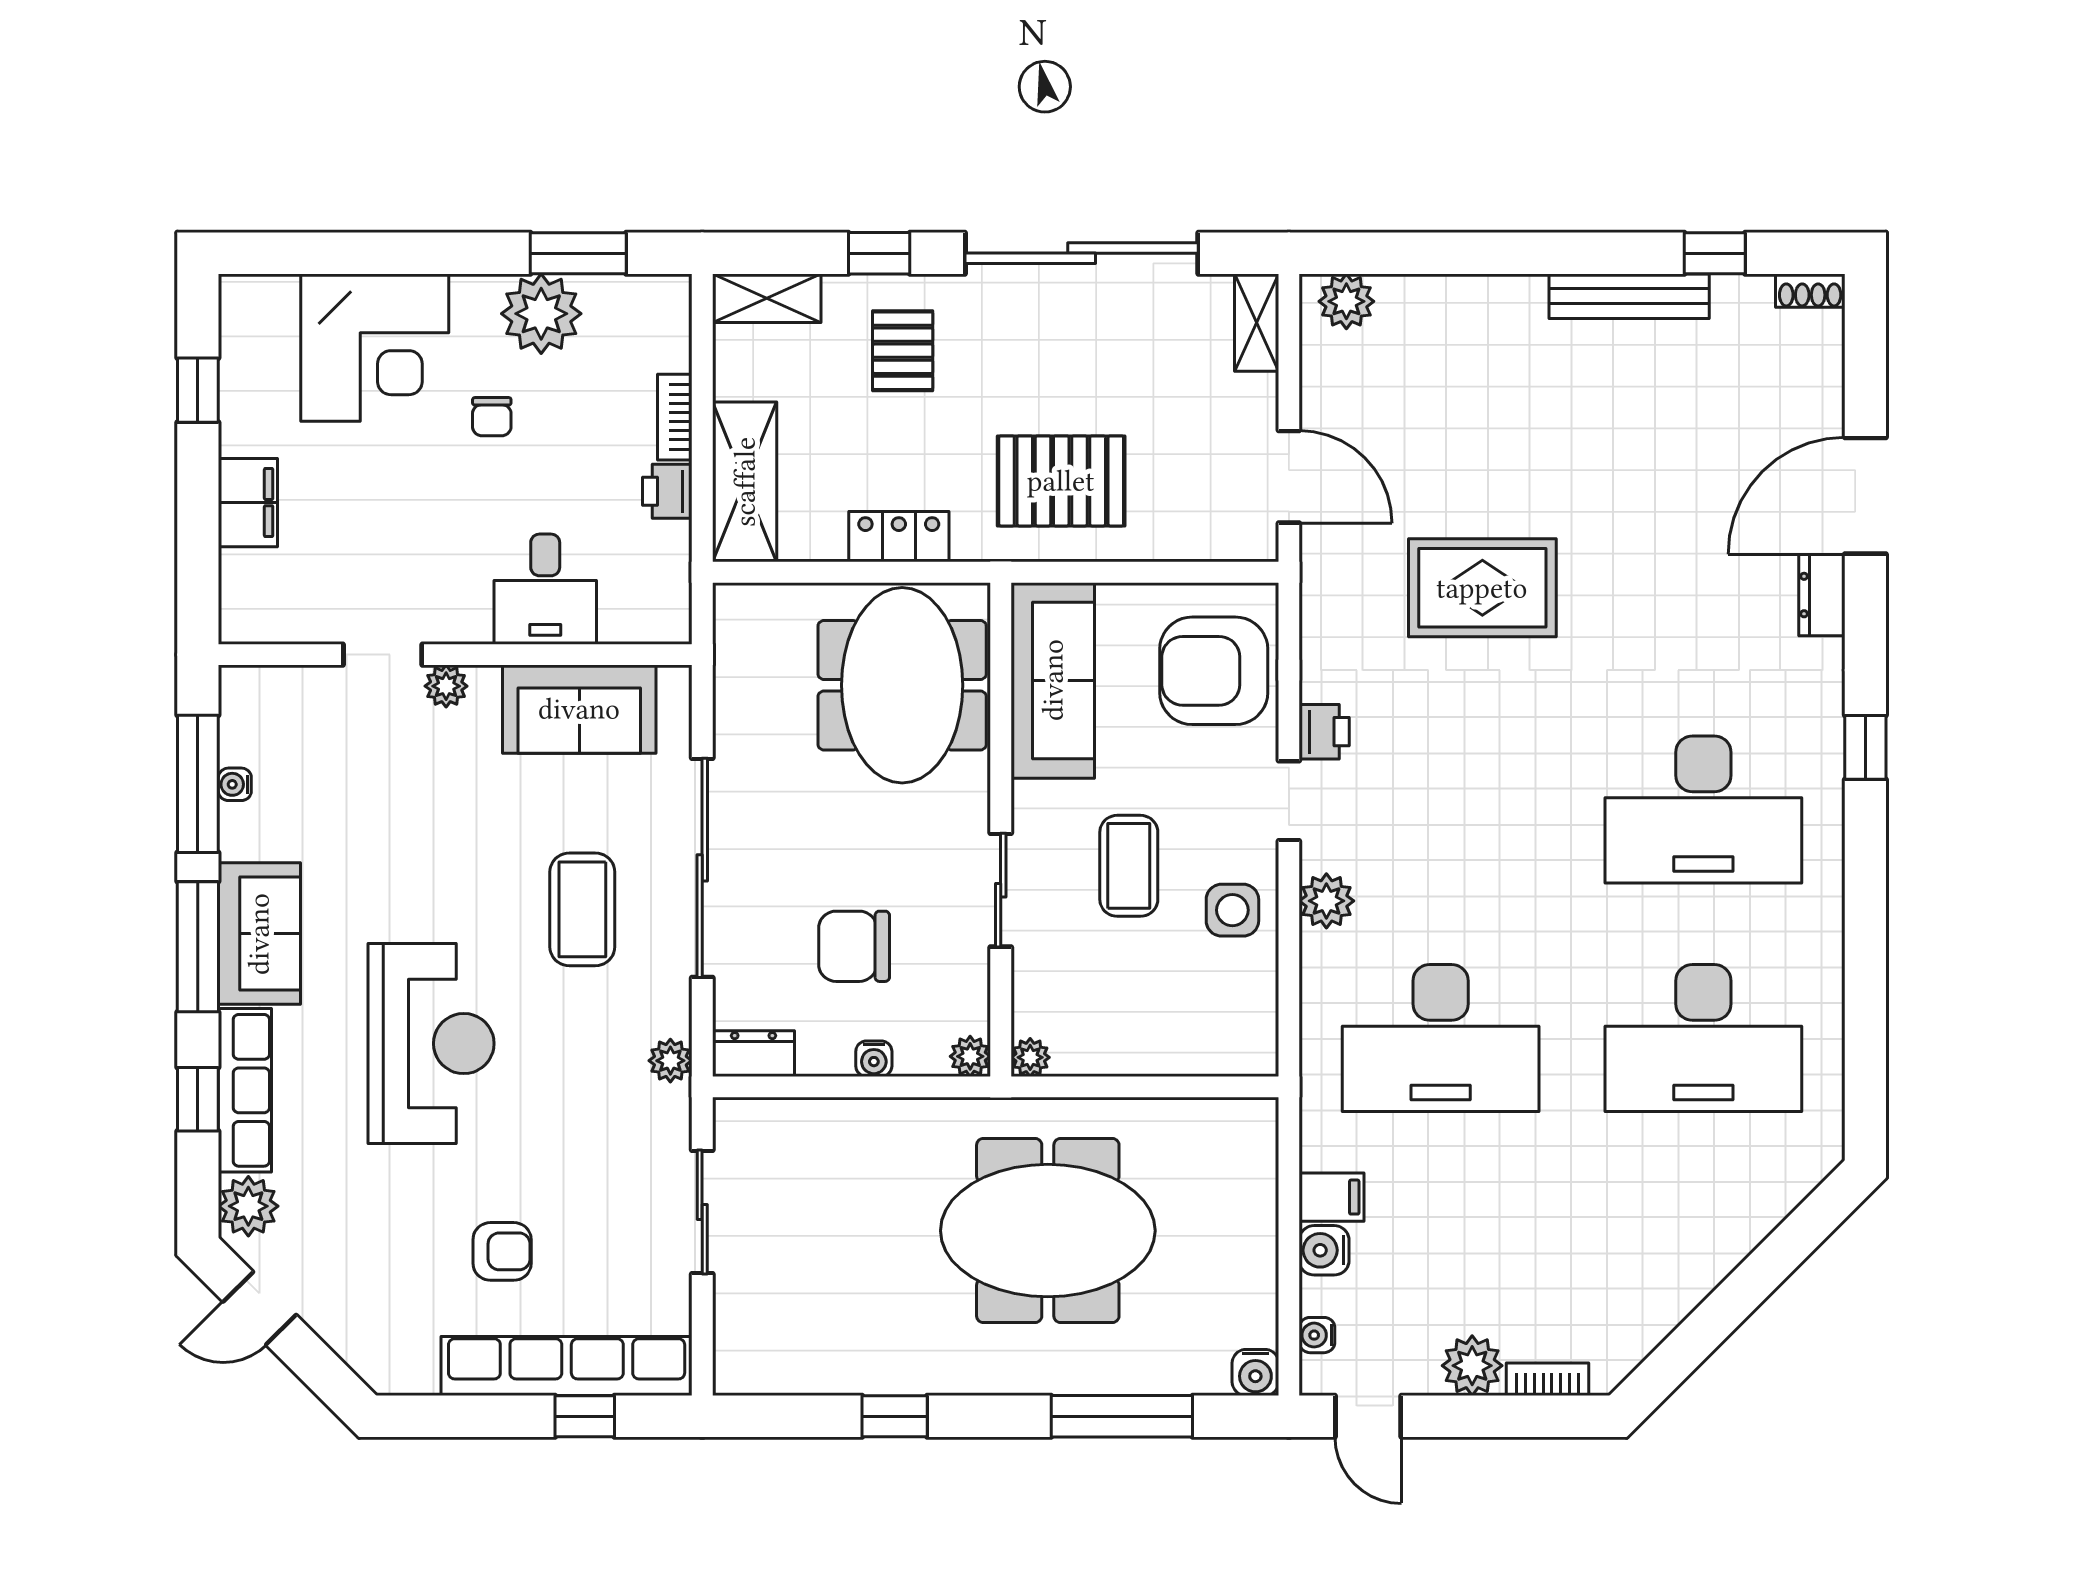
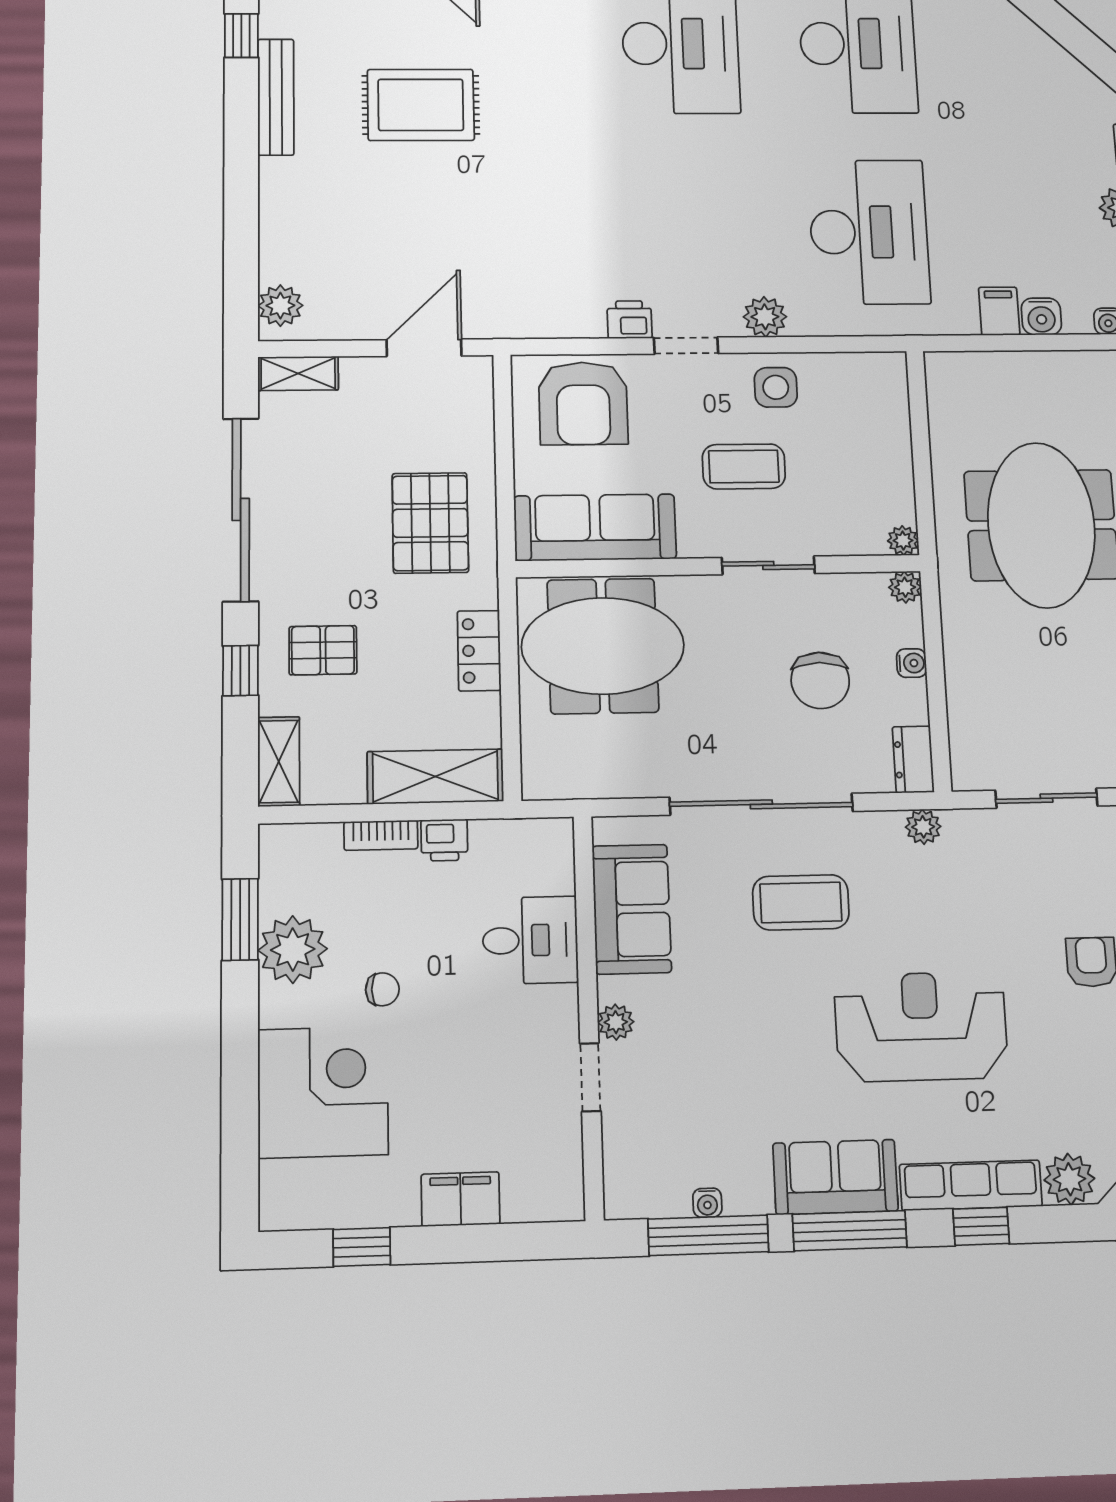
rug: (1482, 588) -> (421, 105), moved, turned 90

